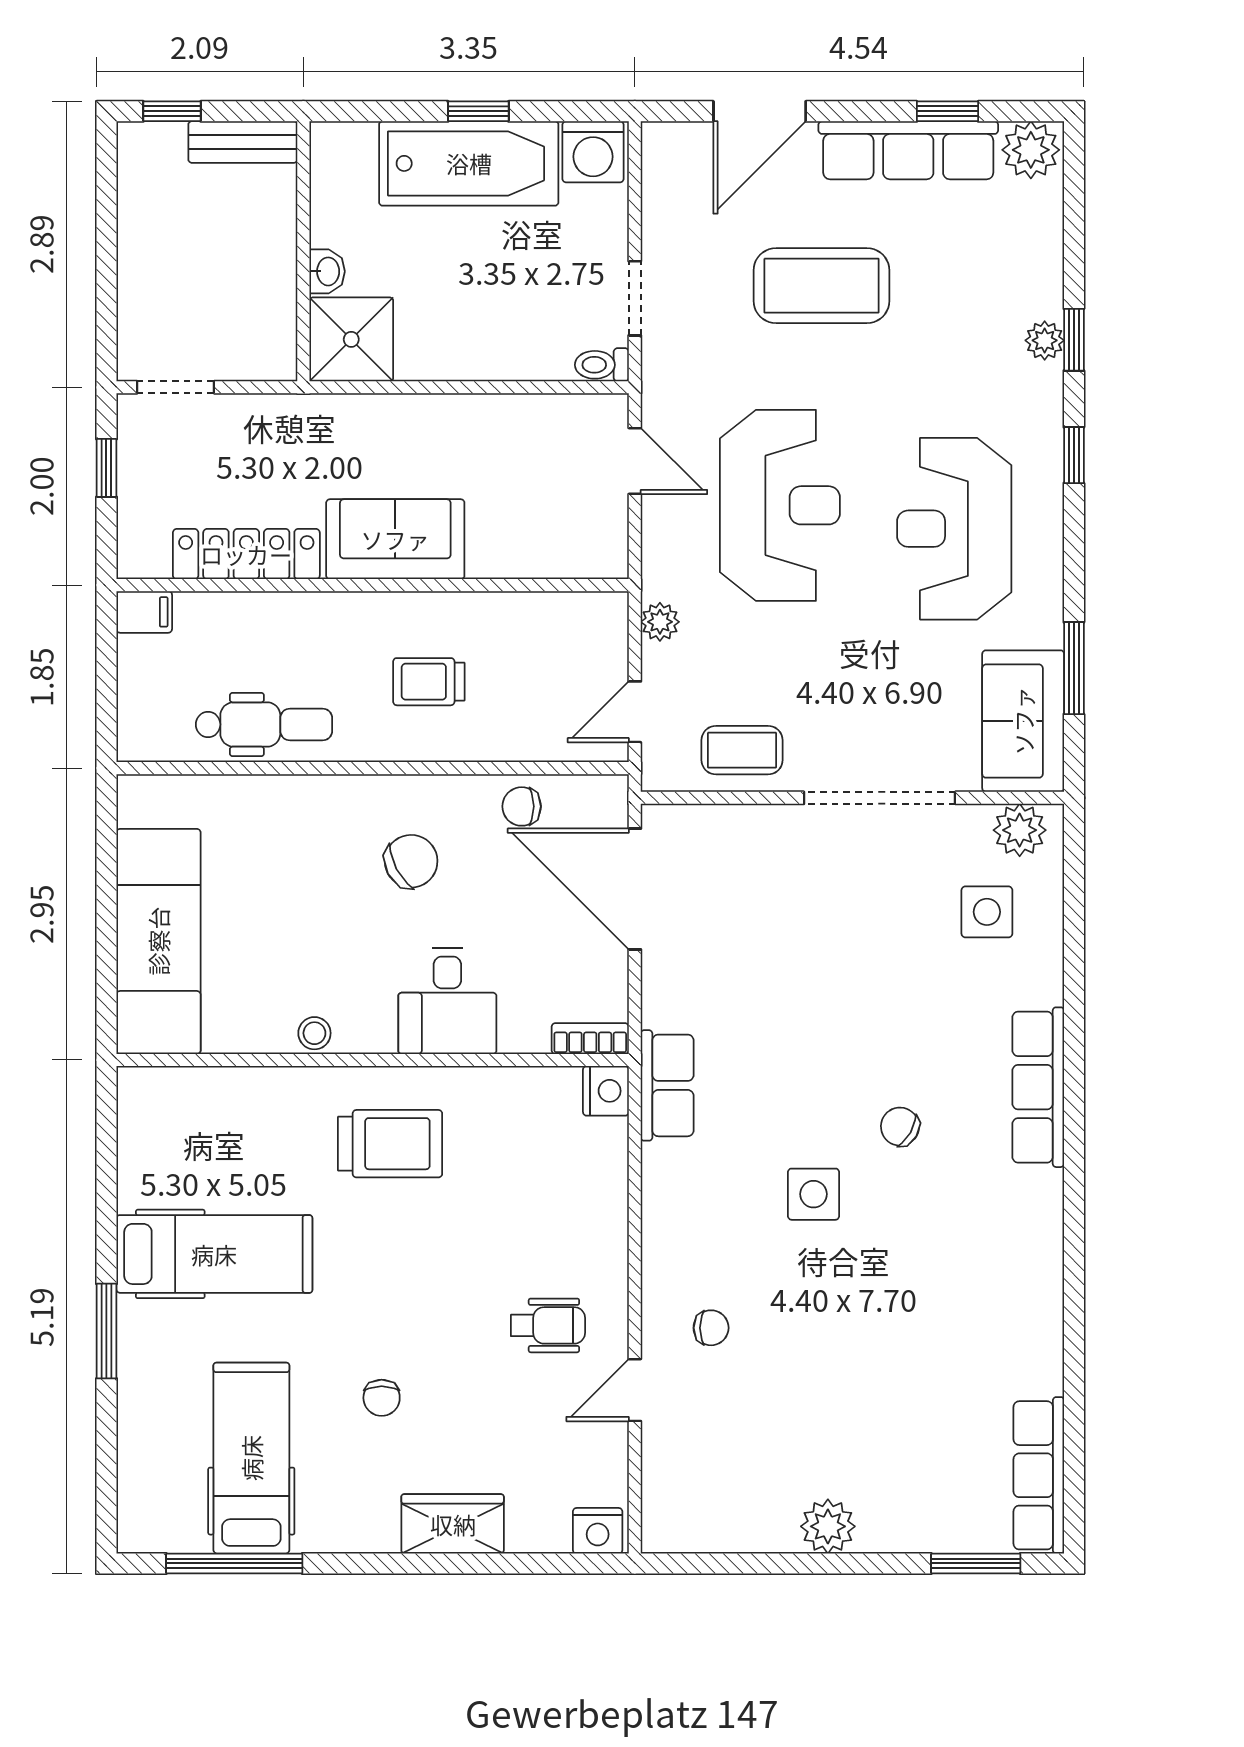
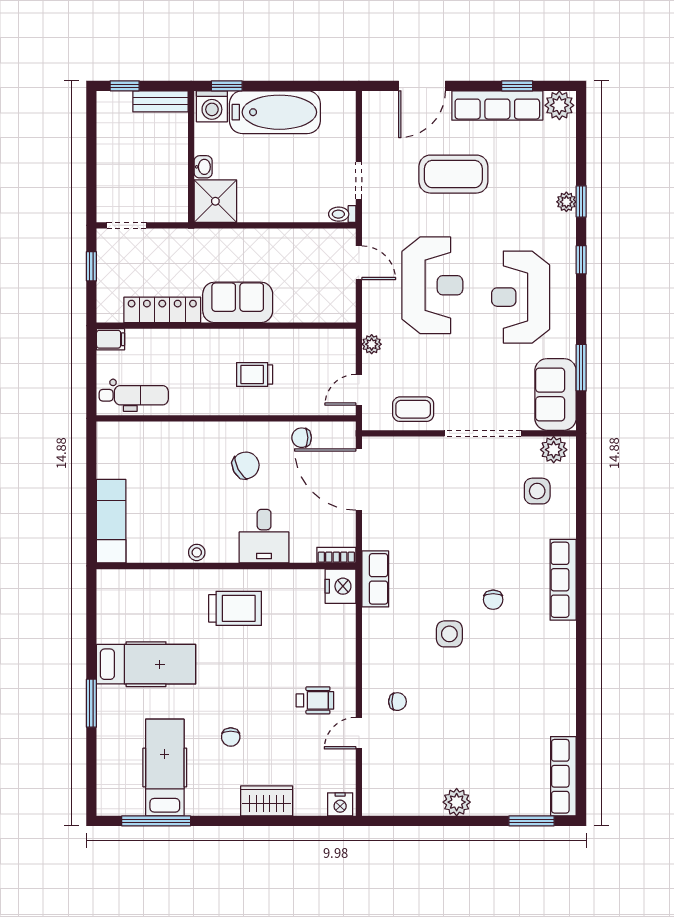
window: (478, 111) -> (227, 86), moved
washing machine: (593, 152) -> (212, 106), moved
dental chair: (264, 724) -> (134, 395), moved
exam couch: (158, 941) -> (111, 521), width x0.73, depth x0.69
nightstand: (606, 1091) -> (340, 586), width x1.36, depth x1.33
chair: (900, 1127) -> (493, 600), turned -120

